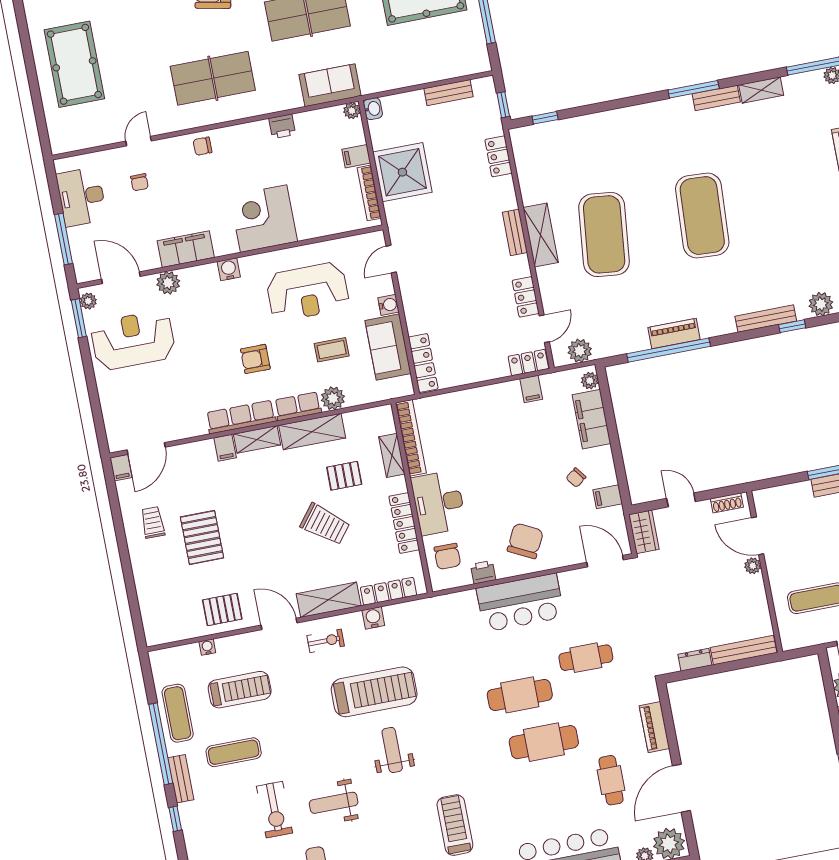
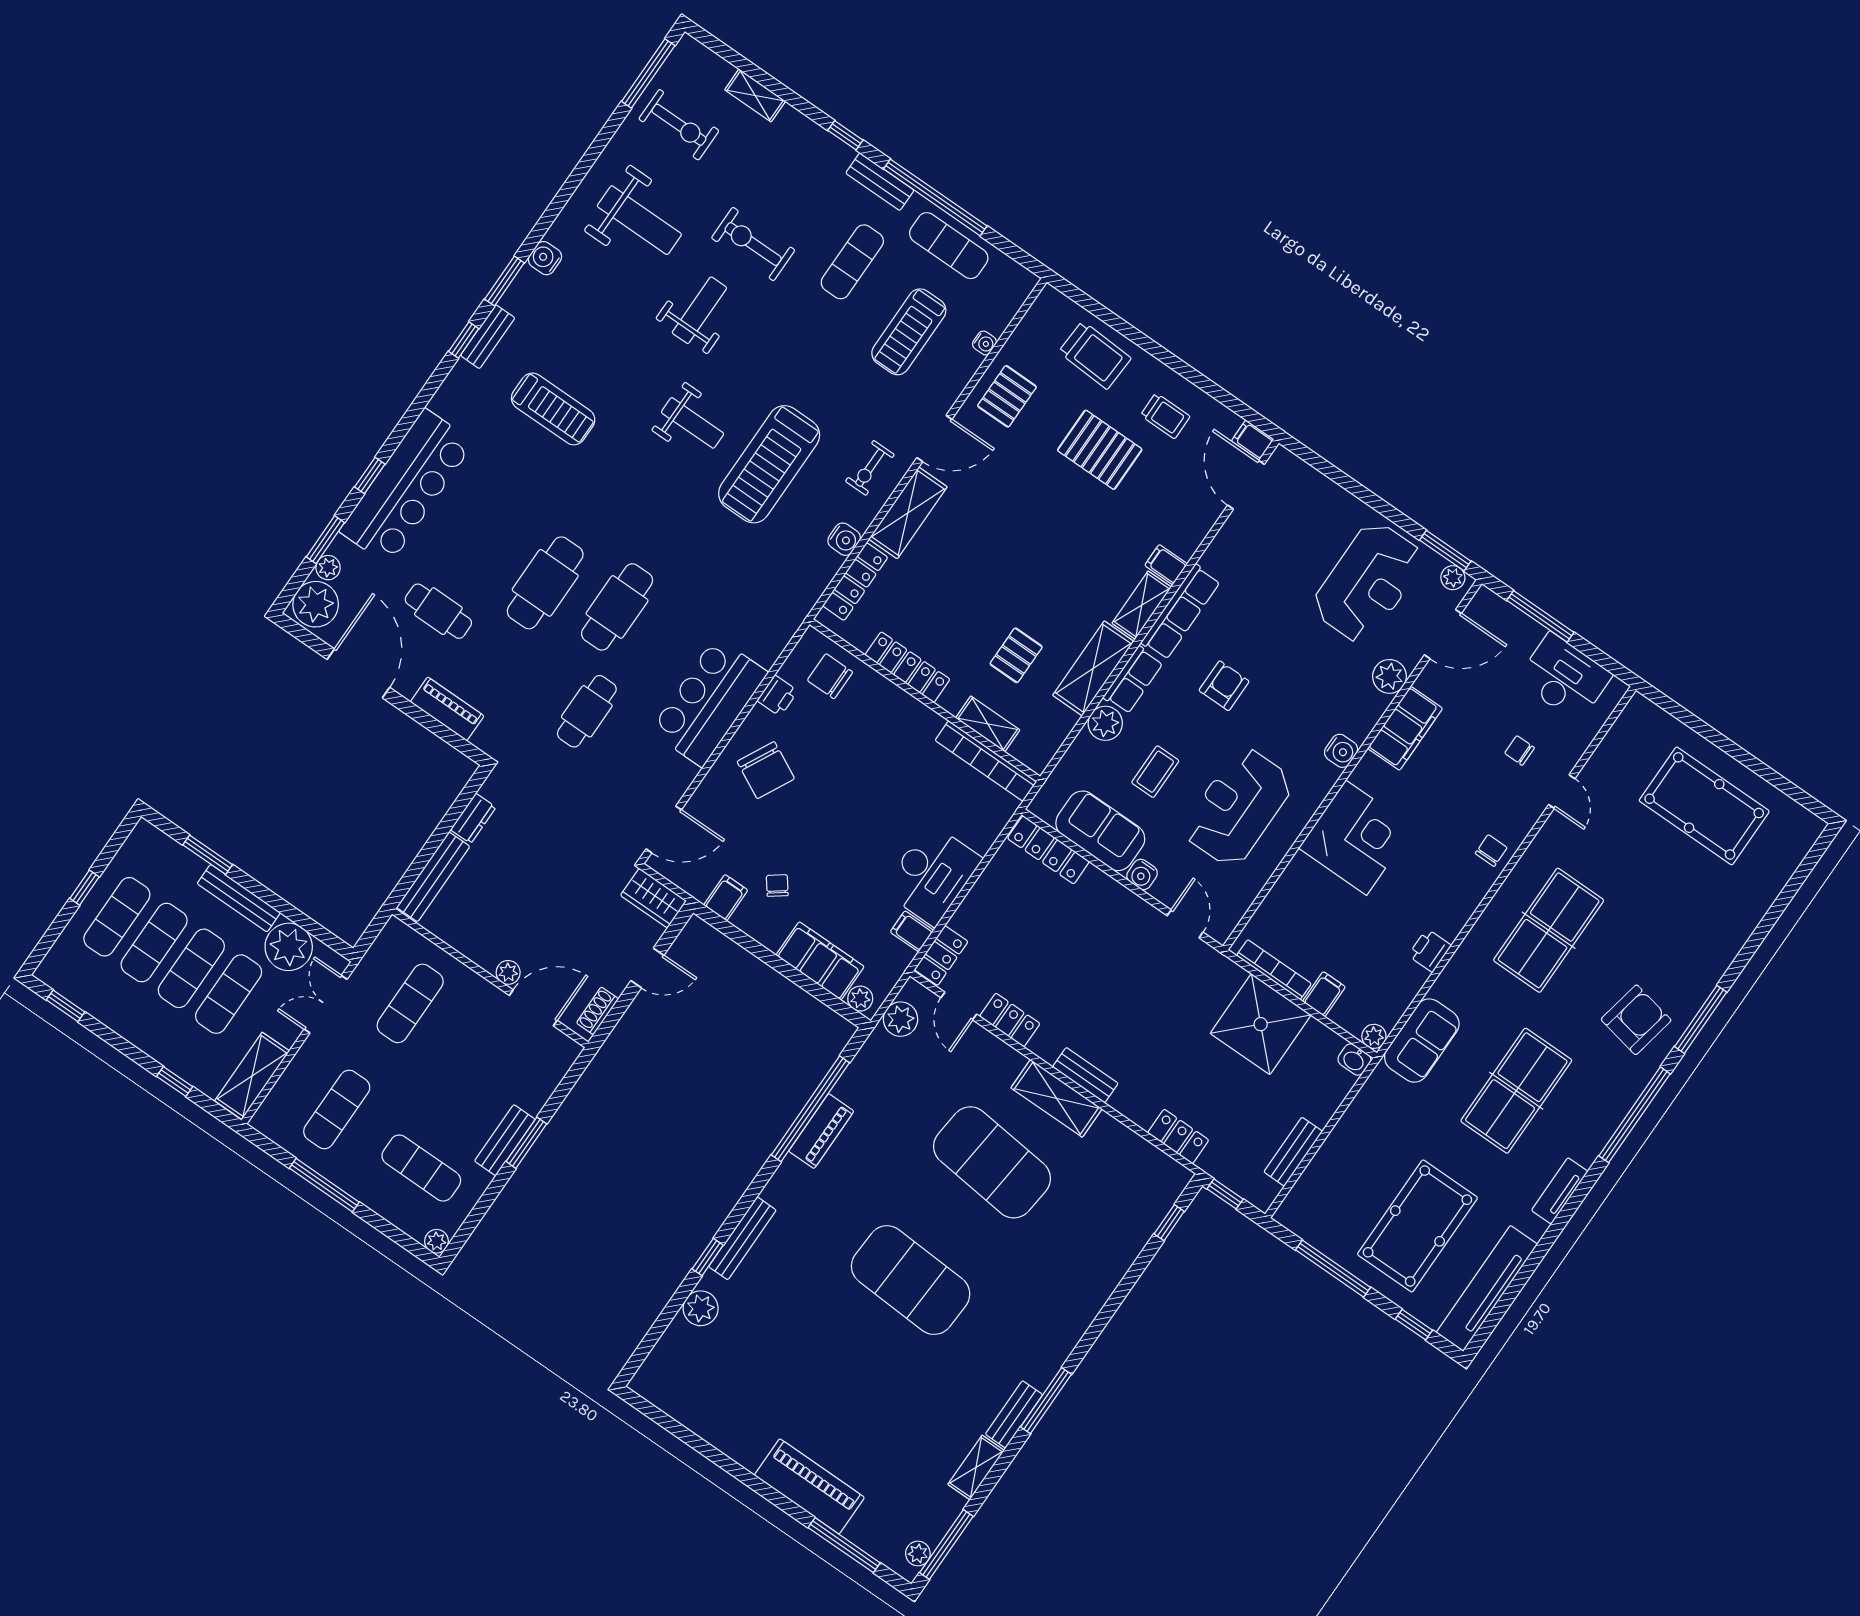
desk: (439, 503) -> (932, 874), moved, turned 90
trolley: (325, 524) -> (1095, 355), moved, turned -125

